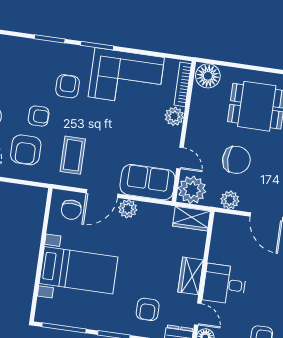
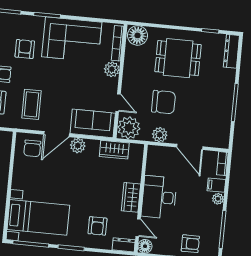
wardrobe: (191, 219) -> (114, 150), moved
bed with nightstands: (78, 270) -> (38, 217), moved
desk: (225, 284) -> (159, 197), width x1.37

